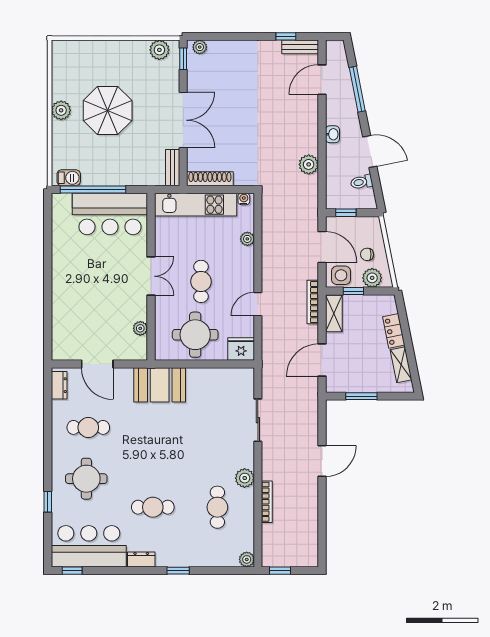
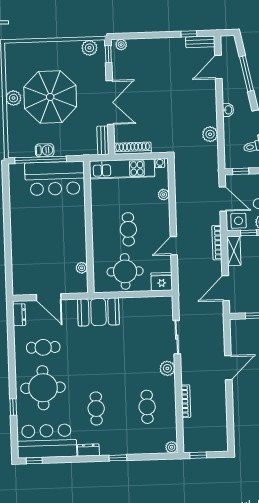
parasol: (108, 110) -> (50, 97), width x1.36, depth x1.36
barbecue: (69, 178) -> (45, 150), moved
double door: (151, 276) -> (89, 226), removed
plant: (245, 478) -> (167, 368), moved
round table: (86, 479) -> (43, 388), width x1.36, depth x1.36
cafe table: (153, 507) -> (96, 409), turned 90

